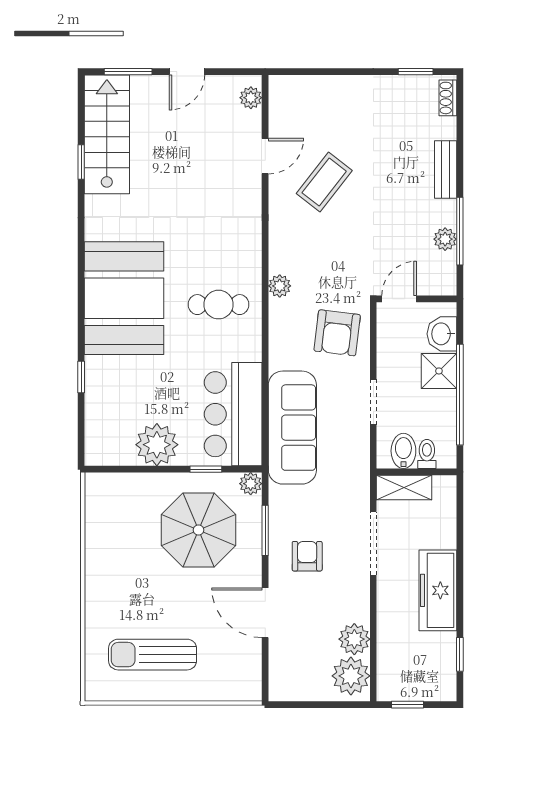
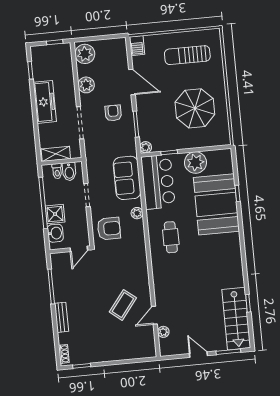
door: (187, 72) -> (198, 355), hinge flipped
plant: (251, 98) -> (163, 332), moved
plant: (445, 239) -> (58, 282), removed
plant: (280, 286) -> (137, 213), moved
booth: (124, 298) -> (216, 204), moved
cafe table: (219, 305) -> (171, 237), turned 90
armchair: (337, 333) -> (109, 229), turned 83
sofa: (292, 428) -> (127, 178), width x0.73
shelving: (404, 488) -> (56, 154), moved
parasol: (198, 530) -> (195, 108), moved
armchair: (307, 556) -> (113, 113), turned 180
plant: (354, 639) -> (86, 85), moved
sun lounger: (153, 655) -> (187, 55), turned 180
barbecue: (249, 683) -> (137, 46), added

